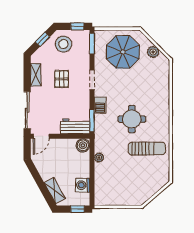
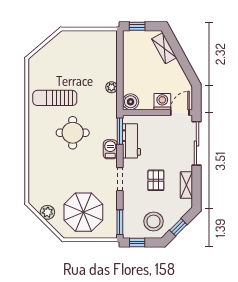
workbench: (75, 126) -> (131, 141), moved, turned -90
washing machine: (83, 185) -> (162, 102), moved, turned -90

